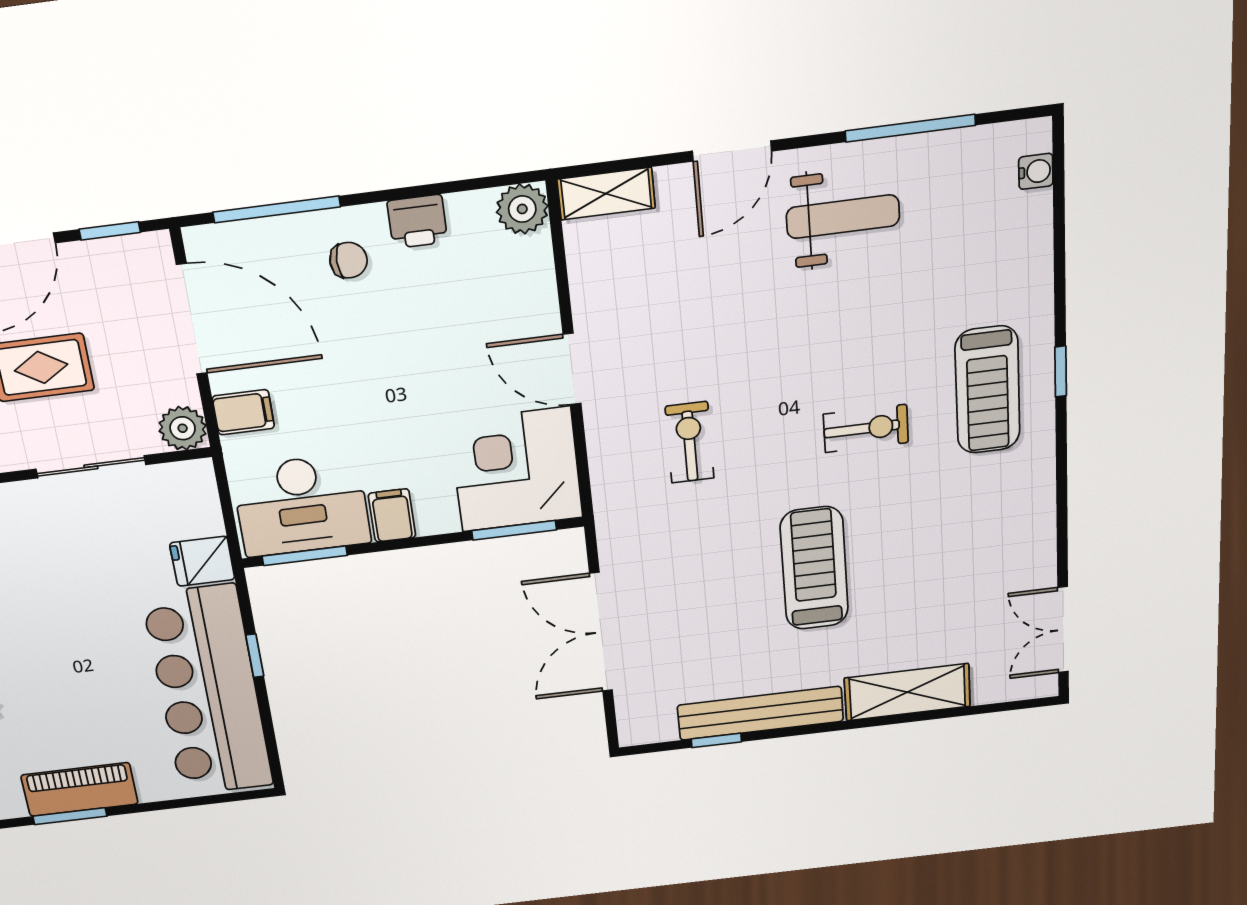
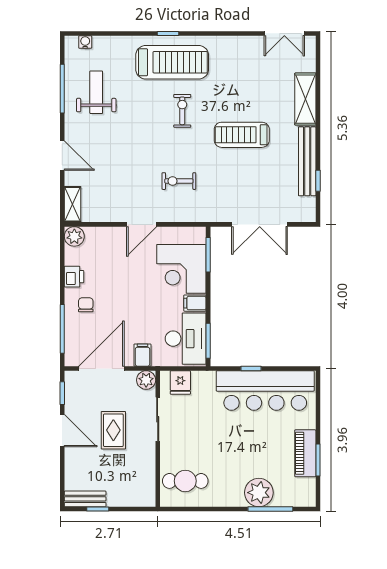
weight bench: (843, 217) -> (96, 92), moved
treadmill: (988, 390) -> (172, 62), width x1.37, depth x1.38
corner desk: (516, 469) -> (181, 269), moved
fridge: (202, 561) -> (180, 382), moved

